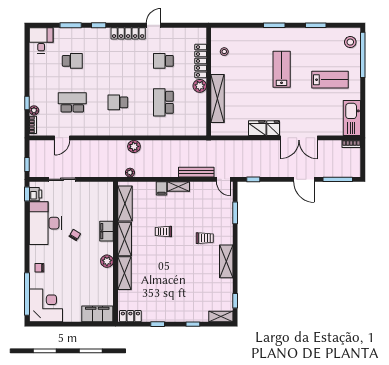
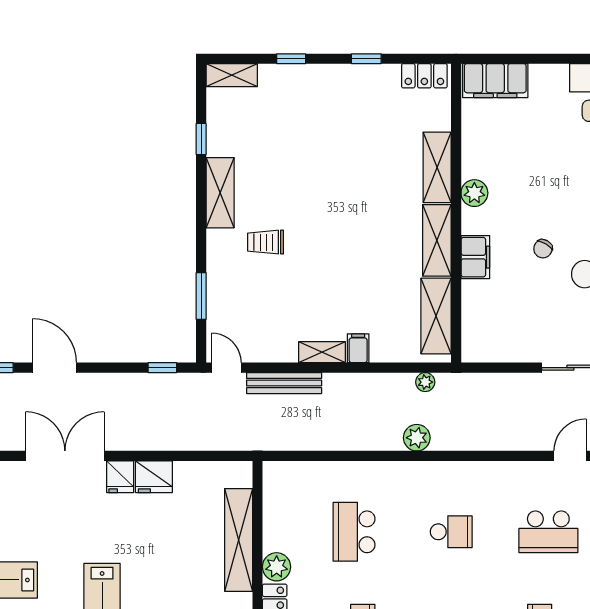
school desk: (163, 102) -> (354, 532), turned 180
trolley: (163, 232) -> (354, 256), removed
window: (235, 301) -> (201, 139), moved

